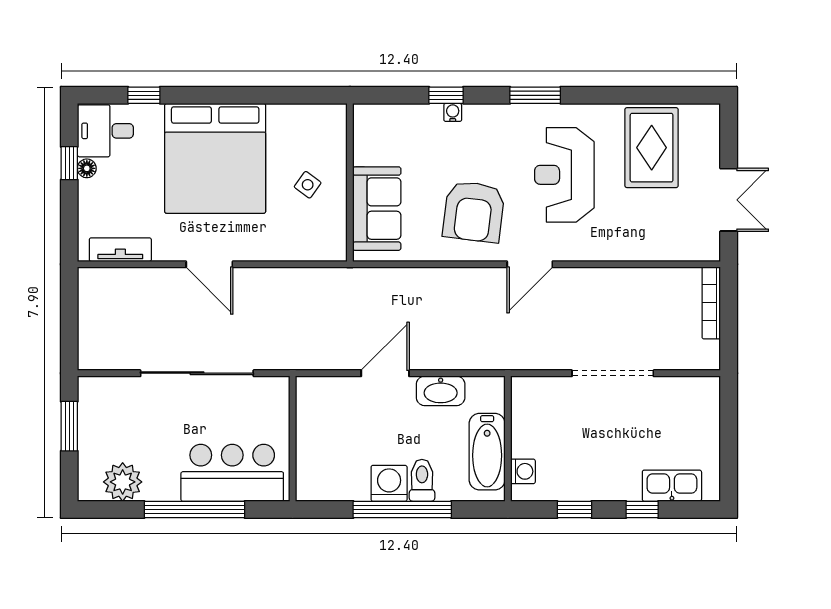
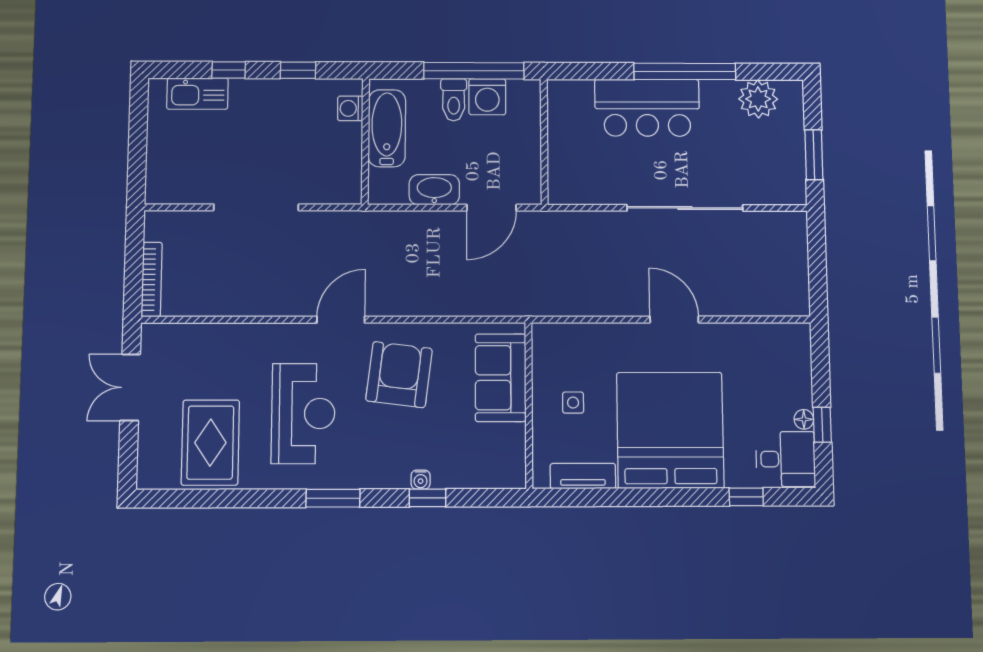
side table: (308, 185) -> (573, 403), turned -36
tv unit: (120, 250) -> (583, 476), moved, turned 180
wall: (293, 439) -> (544, 142), moved

